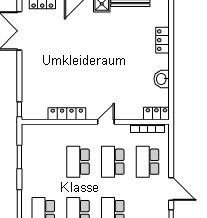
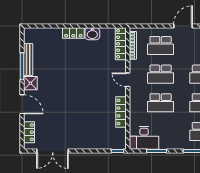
locker: (163, 40) -> (73, 33), moved
locker: (156, 113) -> (121, 44), width x1.53
desk: (35, 142) -> (144, 138), added

